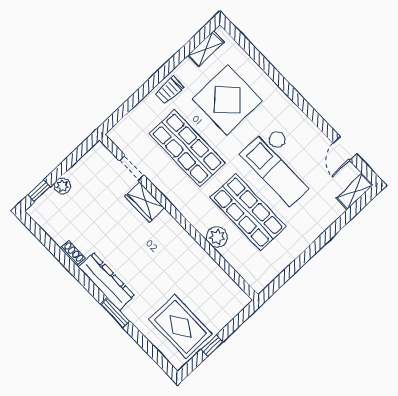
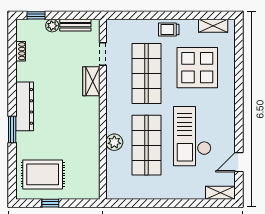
bench: (83, 166) -> (75, 25), added
shoe rack: (73, 253) -> (21, 51), moved
rug: (180, 327) -> (43, 174), turned 90

